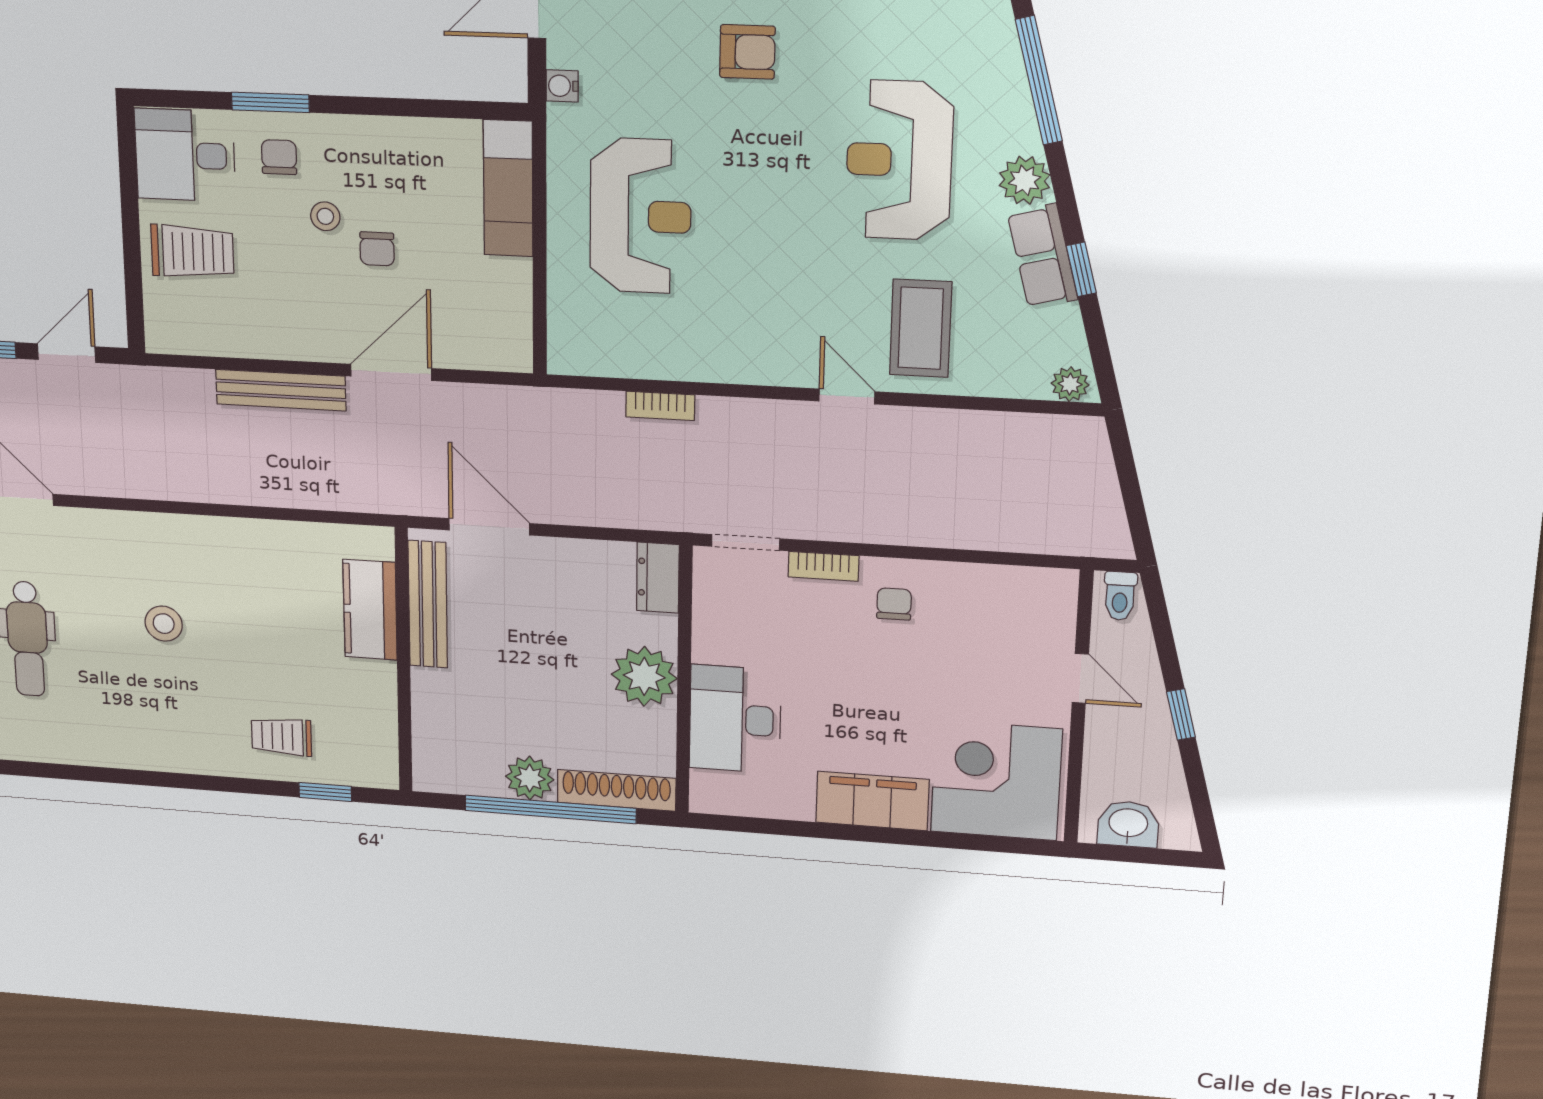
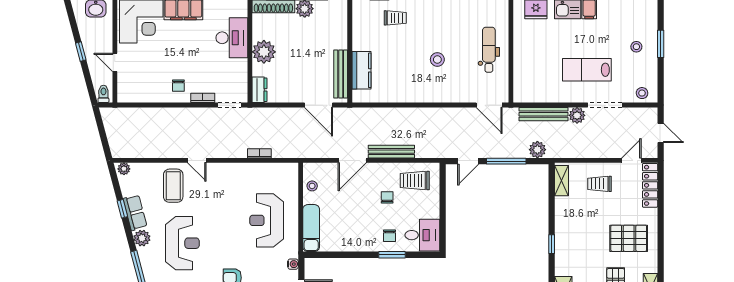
stool: (325, 216) -> (312, 186), moved
chair: (377, 249) -> (387, 197), moved
trolley: (192, 252) -> (415, 180), moved

